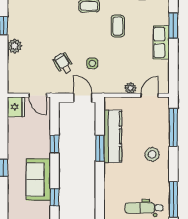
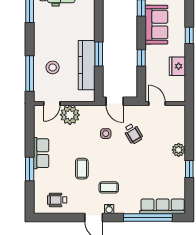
plant: (131, 88) -> (70, 115), width x1.88, depth x1.88
fridge: (16, 107) -> (177, 66), moved
stool: (152, 154) -> (53, 67), moved

